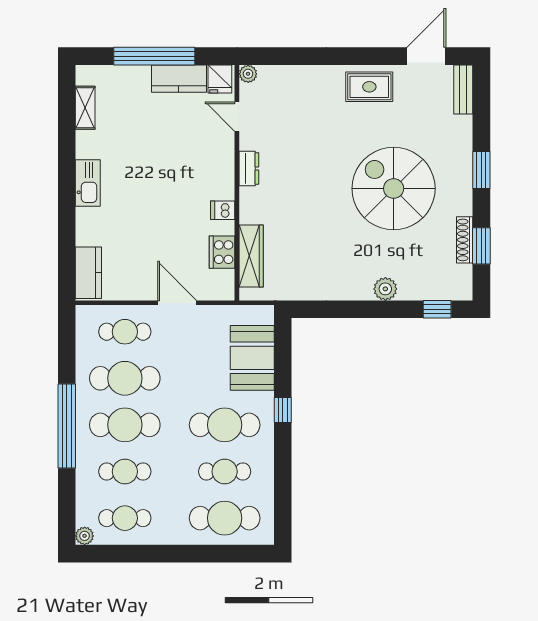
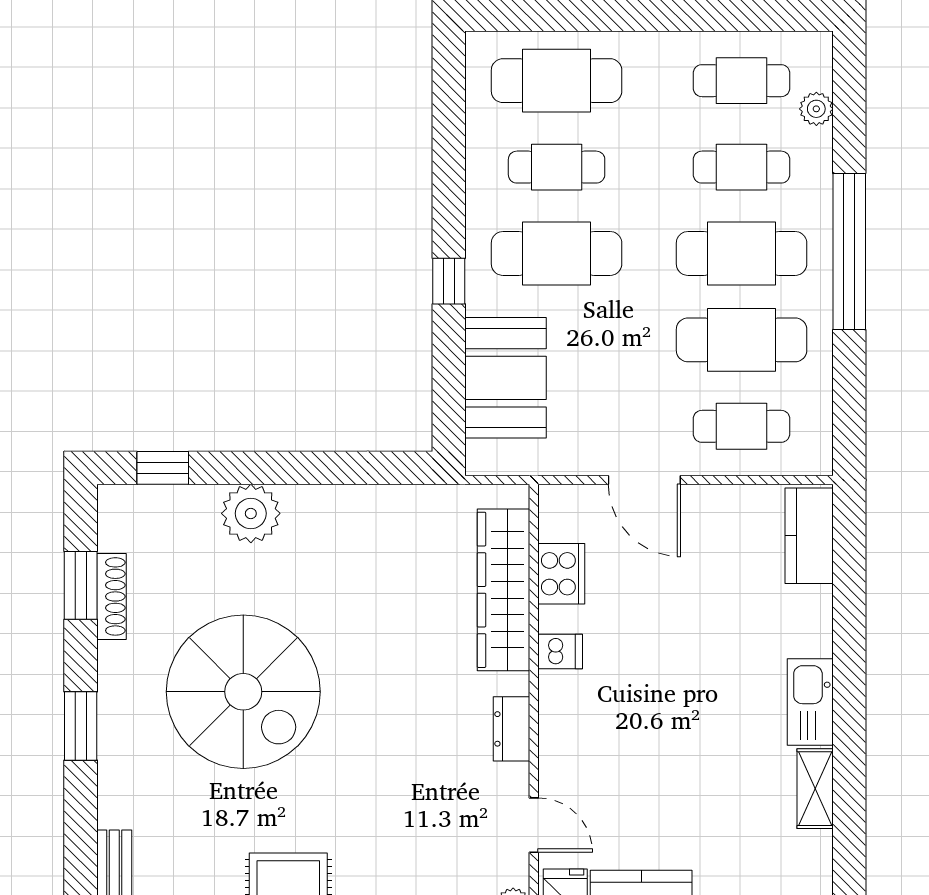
shelving: (85, 108) -> (815, 789), moved
wardrobe: (251, 256) -> (503, 590), width x1.40, depth x1.17
plant: (385, 289) -> (251, 513), width x1.36, depth x1.36
plant: (85, 536) -> (816, 109), moved

